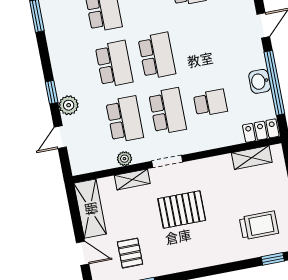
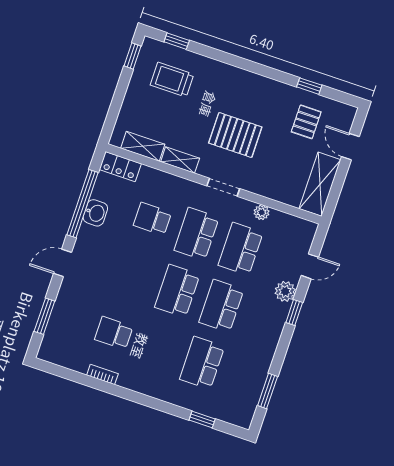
shelving: (132, 179) -> (180, 160), moved

